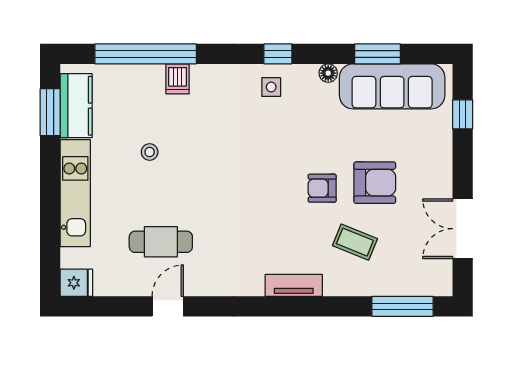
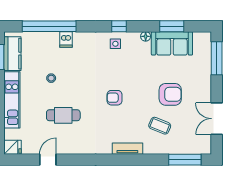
sofa: (392, 86) -> (172, 43), width x0.73
window: (463, 114) -> (217, 58), width x2.17
armchair: (322, 188) -> (114, 98), moved
cafe table: (161, 242) -> (63, 115), moved
door: (168, 306) -> (48, 160), moved

